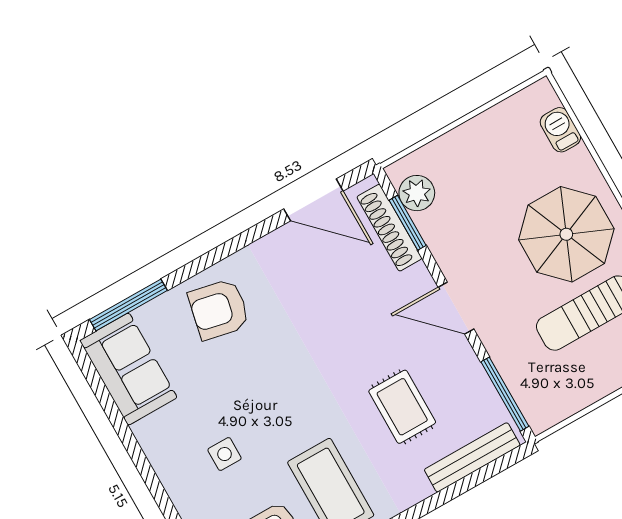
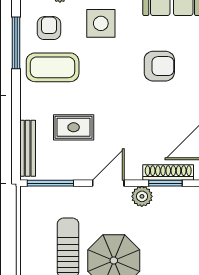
plant: (417, 193) -> (142, 196), moved
armchair: (219, 309) -> (159, 66), moved, turned 78
side table: (225, 454) -> (101, 23), width x1.87, depth x1.87

